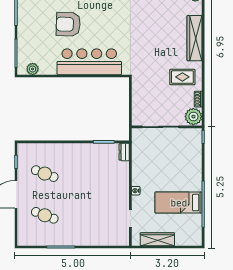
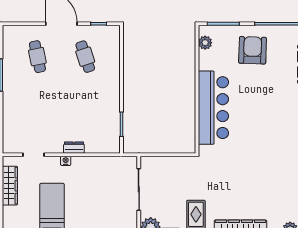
armchair: (68, 24) -> (253, 50), moved
dresser: (124, 152) -> (74, 148), moved
cafe table: (45, 174) -> (85, 57), turned -39
cafe table: (45, 215) -> (37, 57), turned -33

